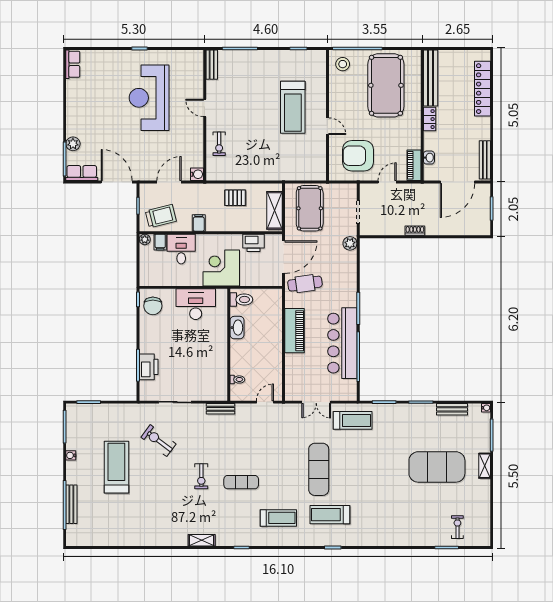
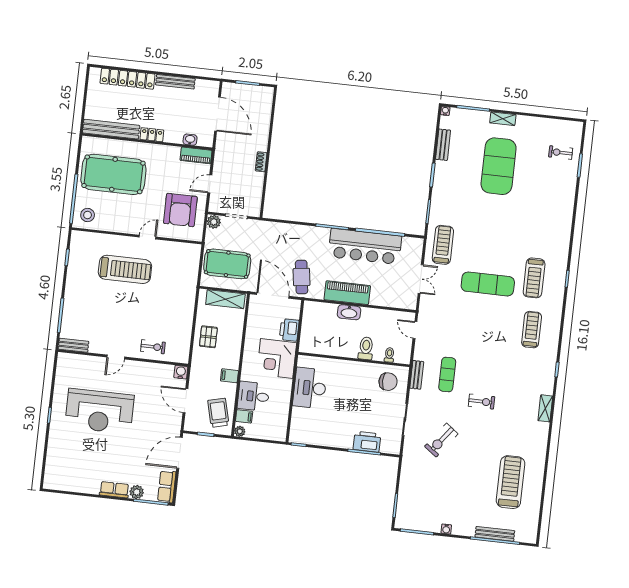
row of seats: (73, 64) -> (114, 490), moved
bench: (485, 160) -> (175, 82), moved
door: (387, 182) -> (210, 184), hinge flipped
printer: (253, 243) -> (289, 330), moved, turned 180
plant: (350, 243) -> (214, 222), moved
toilet: (241, 300) -> (366, 348), moved
chair: (153, 306) -> (388, 382), moved
washbasin: (237, 328) -> (349, 312), moved, turned 180
treadmill: (116, 467) -> (511, 482), moved, turned 90
exercise mat: (241, 482) -> (447, 374), moved

